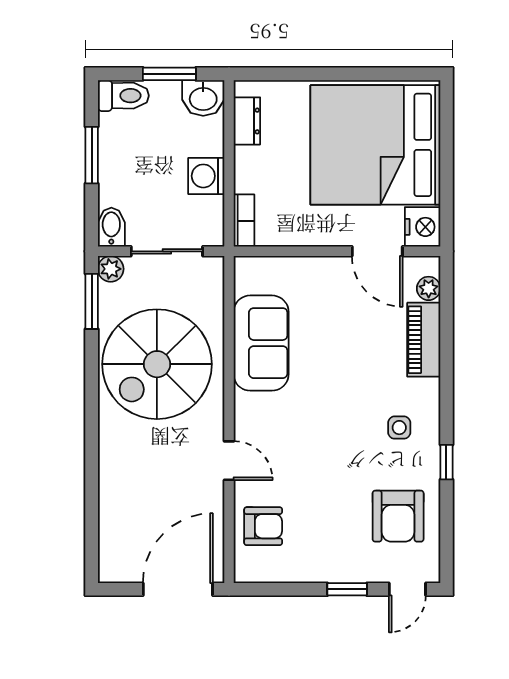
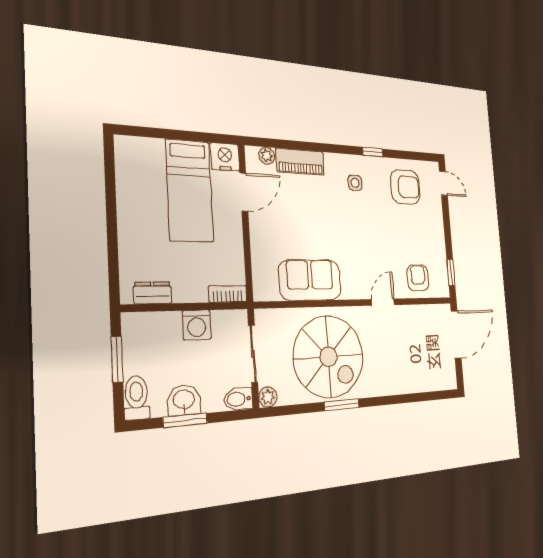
washbasin: (203, 98) -> (184, 400), moved, turned -90
bed: (375, 145) -> (190, 191), width x0.49
window: (92, 301) -> (342, 405), moved
door: (178, 589) -> (456, 335), swing flipped
window: (347, 589) -> (451, 272), moved

